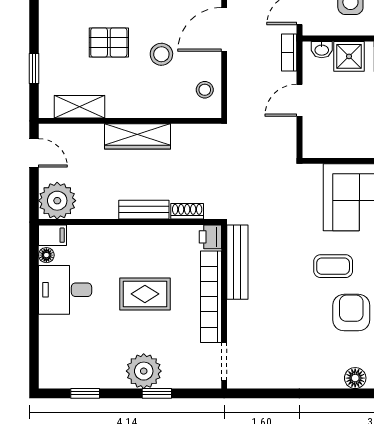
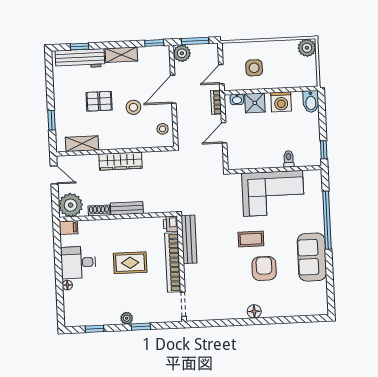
shoe rack: (187, 211) -> (99, 211), moved
floor lamp: (46, 255) -> (67, 285), moved
plant: (144, 371) -> (127, 318), width x0.53, depth x0.53
floor lamp: (355, 378) -> (254, 311), moved

